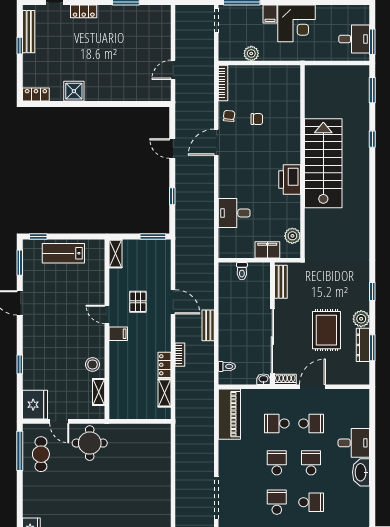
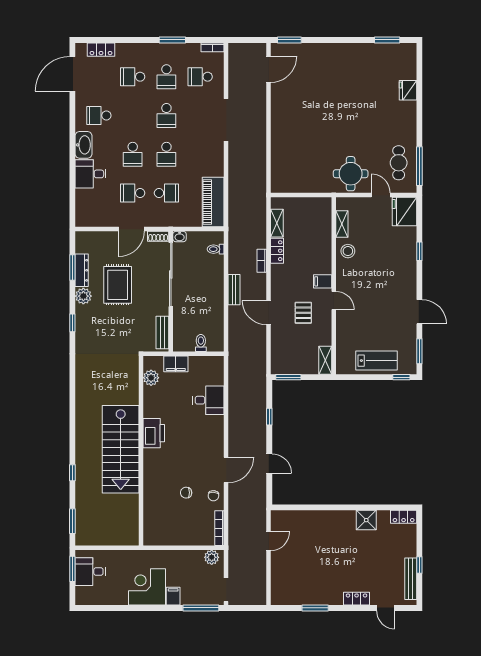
plant: (251, 53) -> (212, 557), moved
school desk: (311, 502) -> (99, 115), moved

